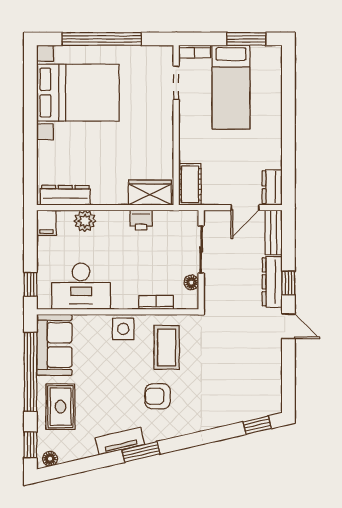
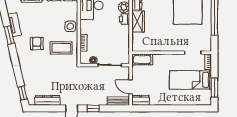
wardrobe: (150, 193) -> (138, 22), moved
printer: (141, 220) -> (124, 19), moved
dresser: (272, 282) -> (48, 100), moved

